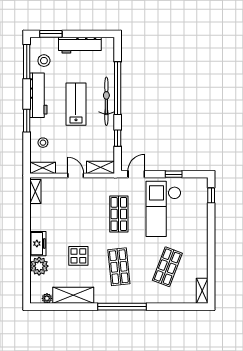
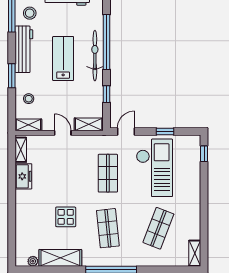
checkout: (163, 209) -> (154, 168), turned 180
freezer: (38, 244) -> (23, 176), moved
plant: (39, 266) -> (25, 228), removed

